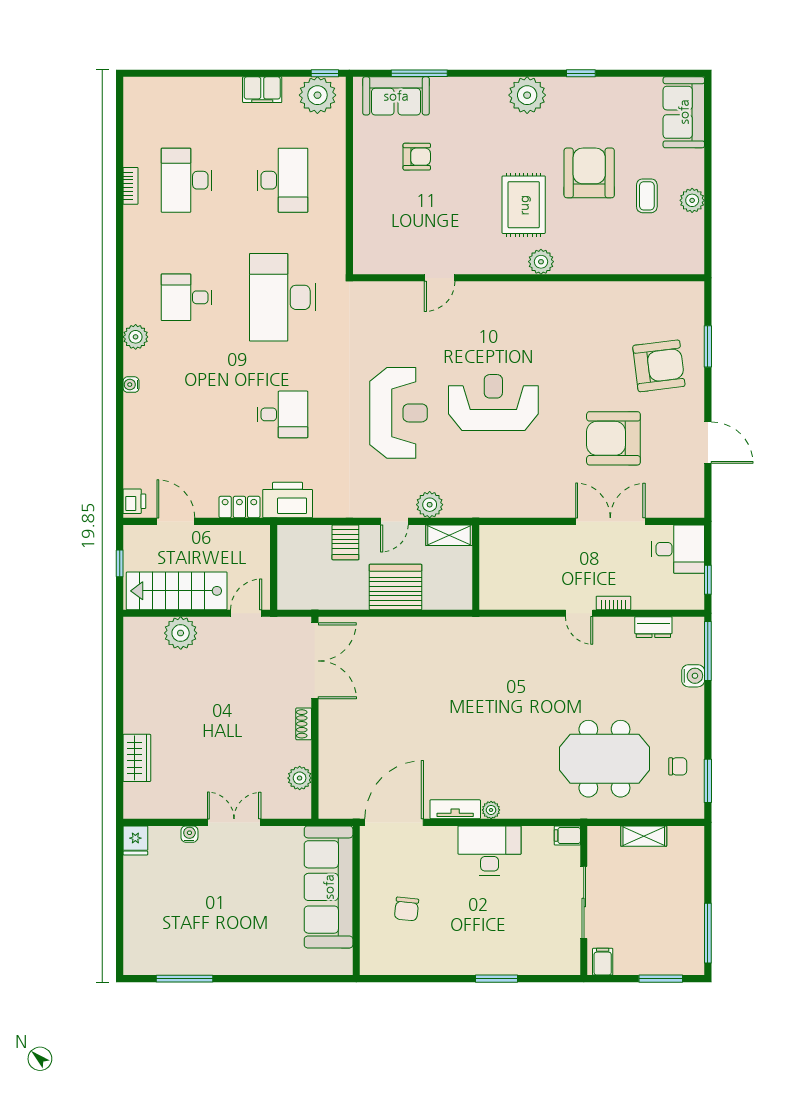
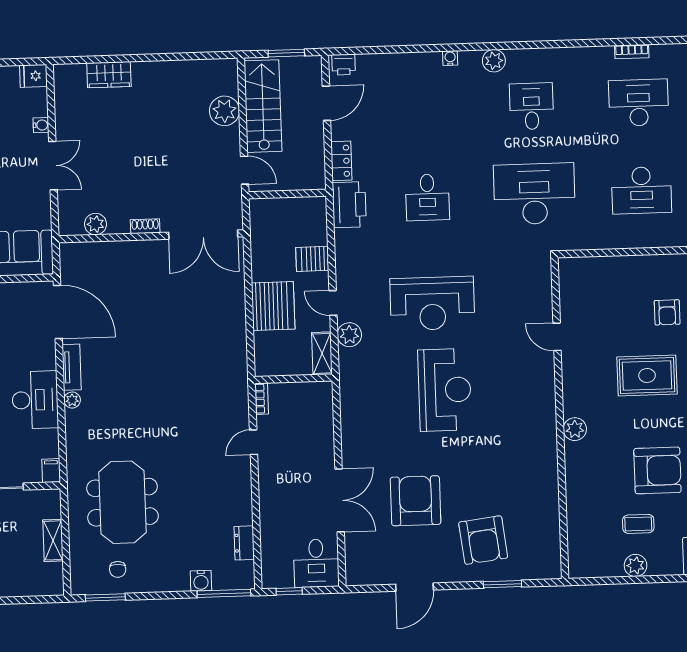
rug: (524, 205) -> (647, 375), moved
window: (120, 563) -> (286, 53), width x1.50
bookcase: (613, 603) -> (262, 399), moved
door: (579, 613) -> (254, 442), moved

